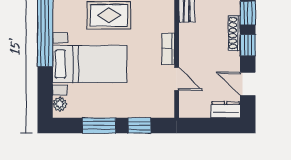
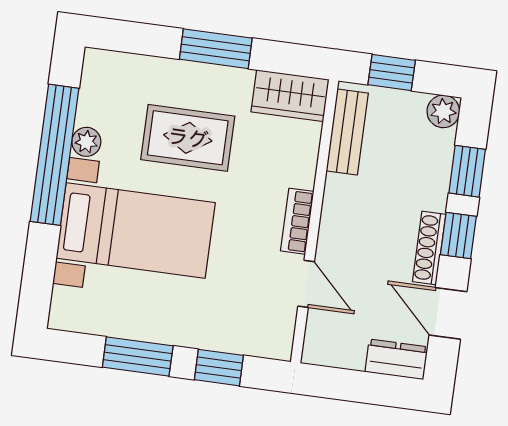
shoe rack: (234, 33) -> (429, 248), moved
plant: (60, 104) -> (86, 142), moved

